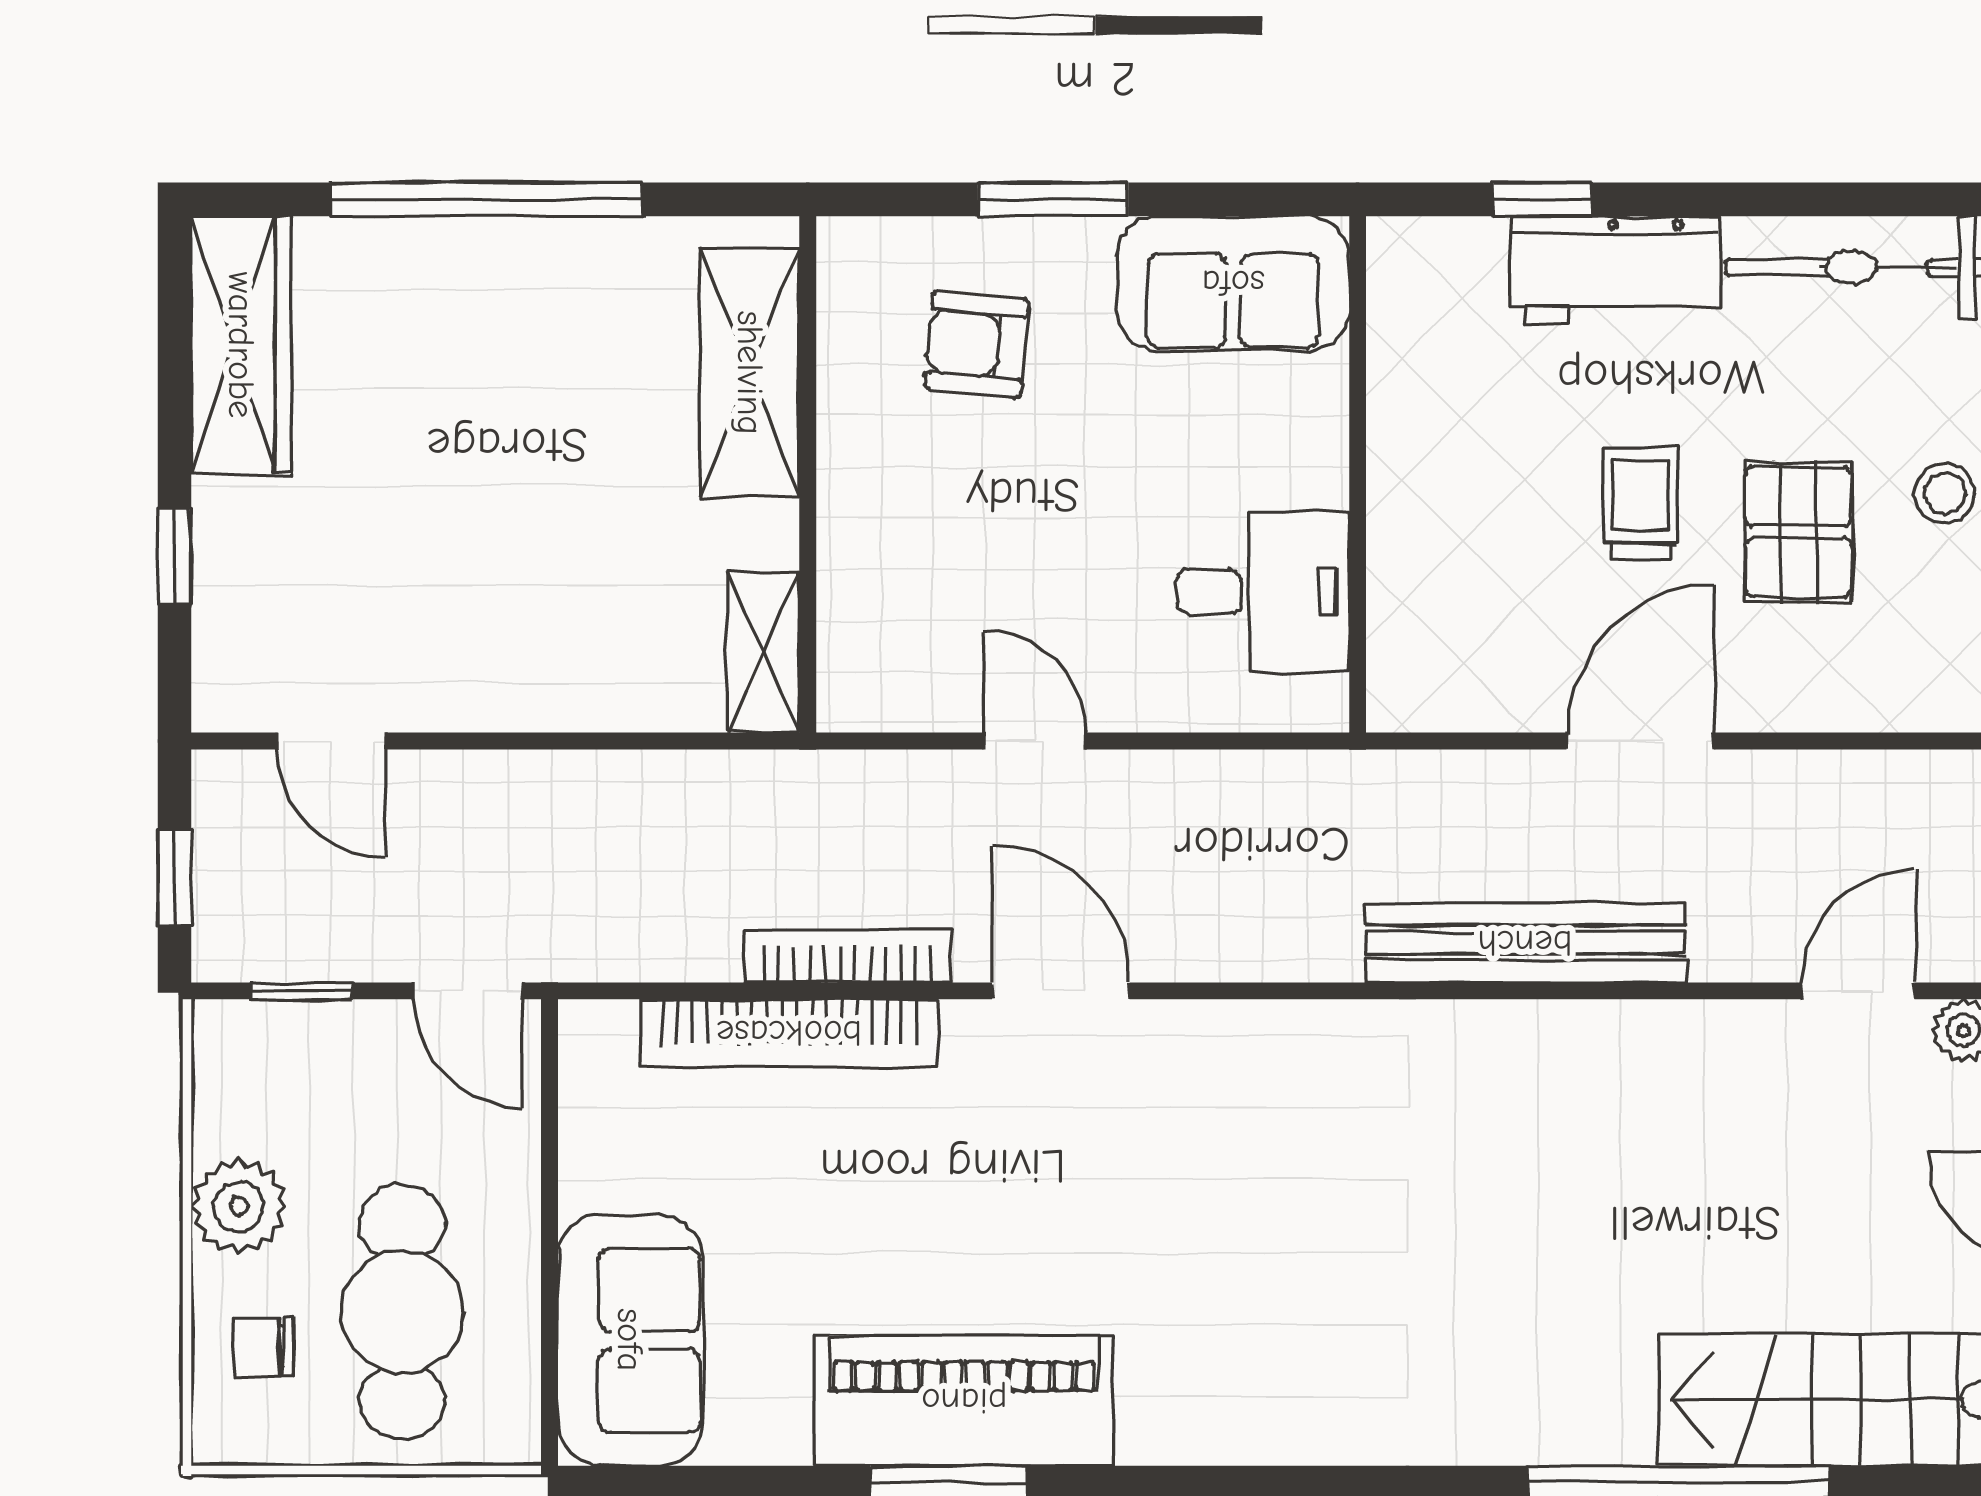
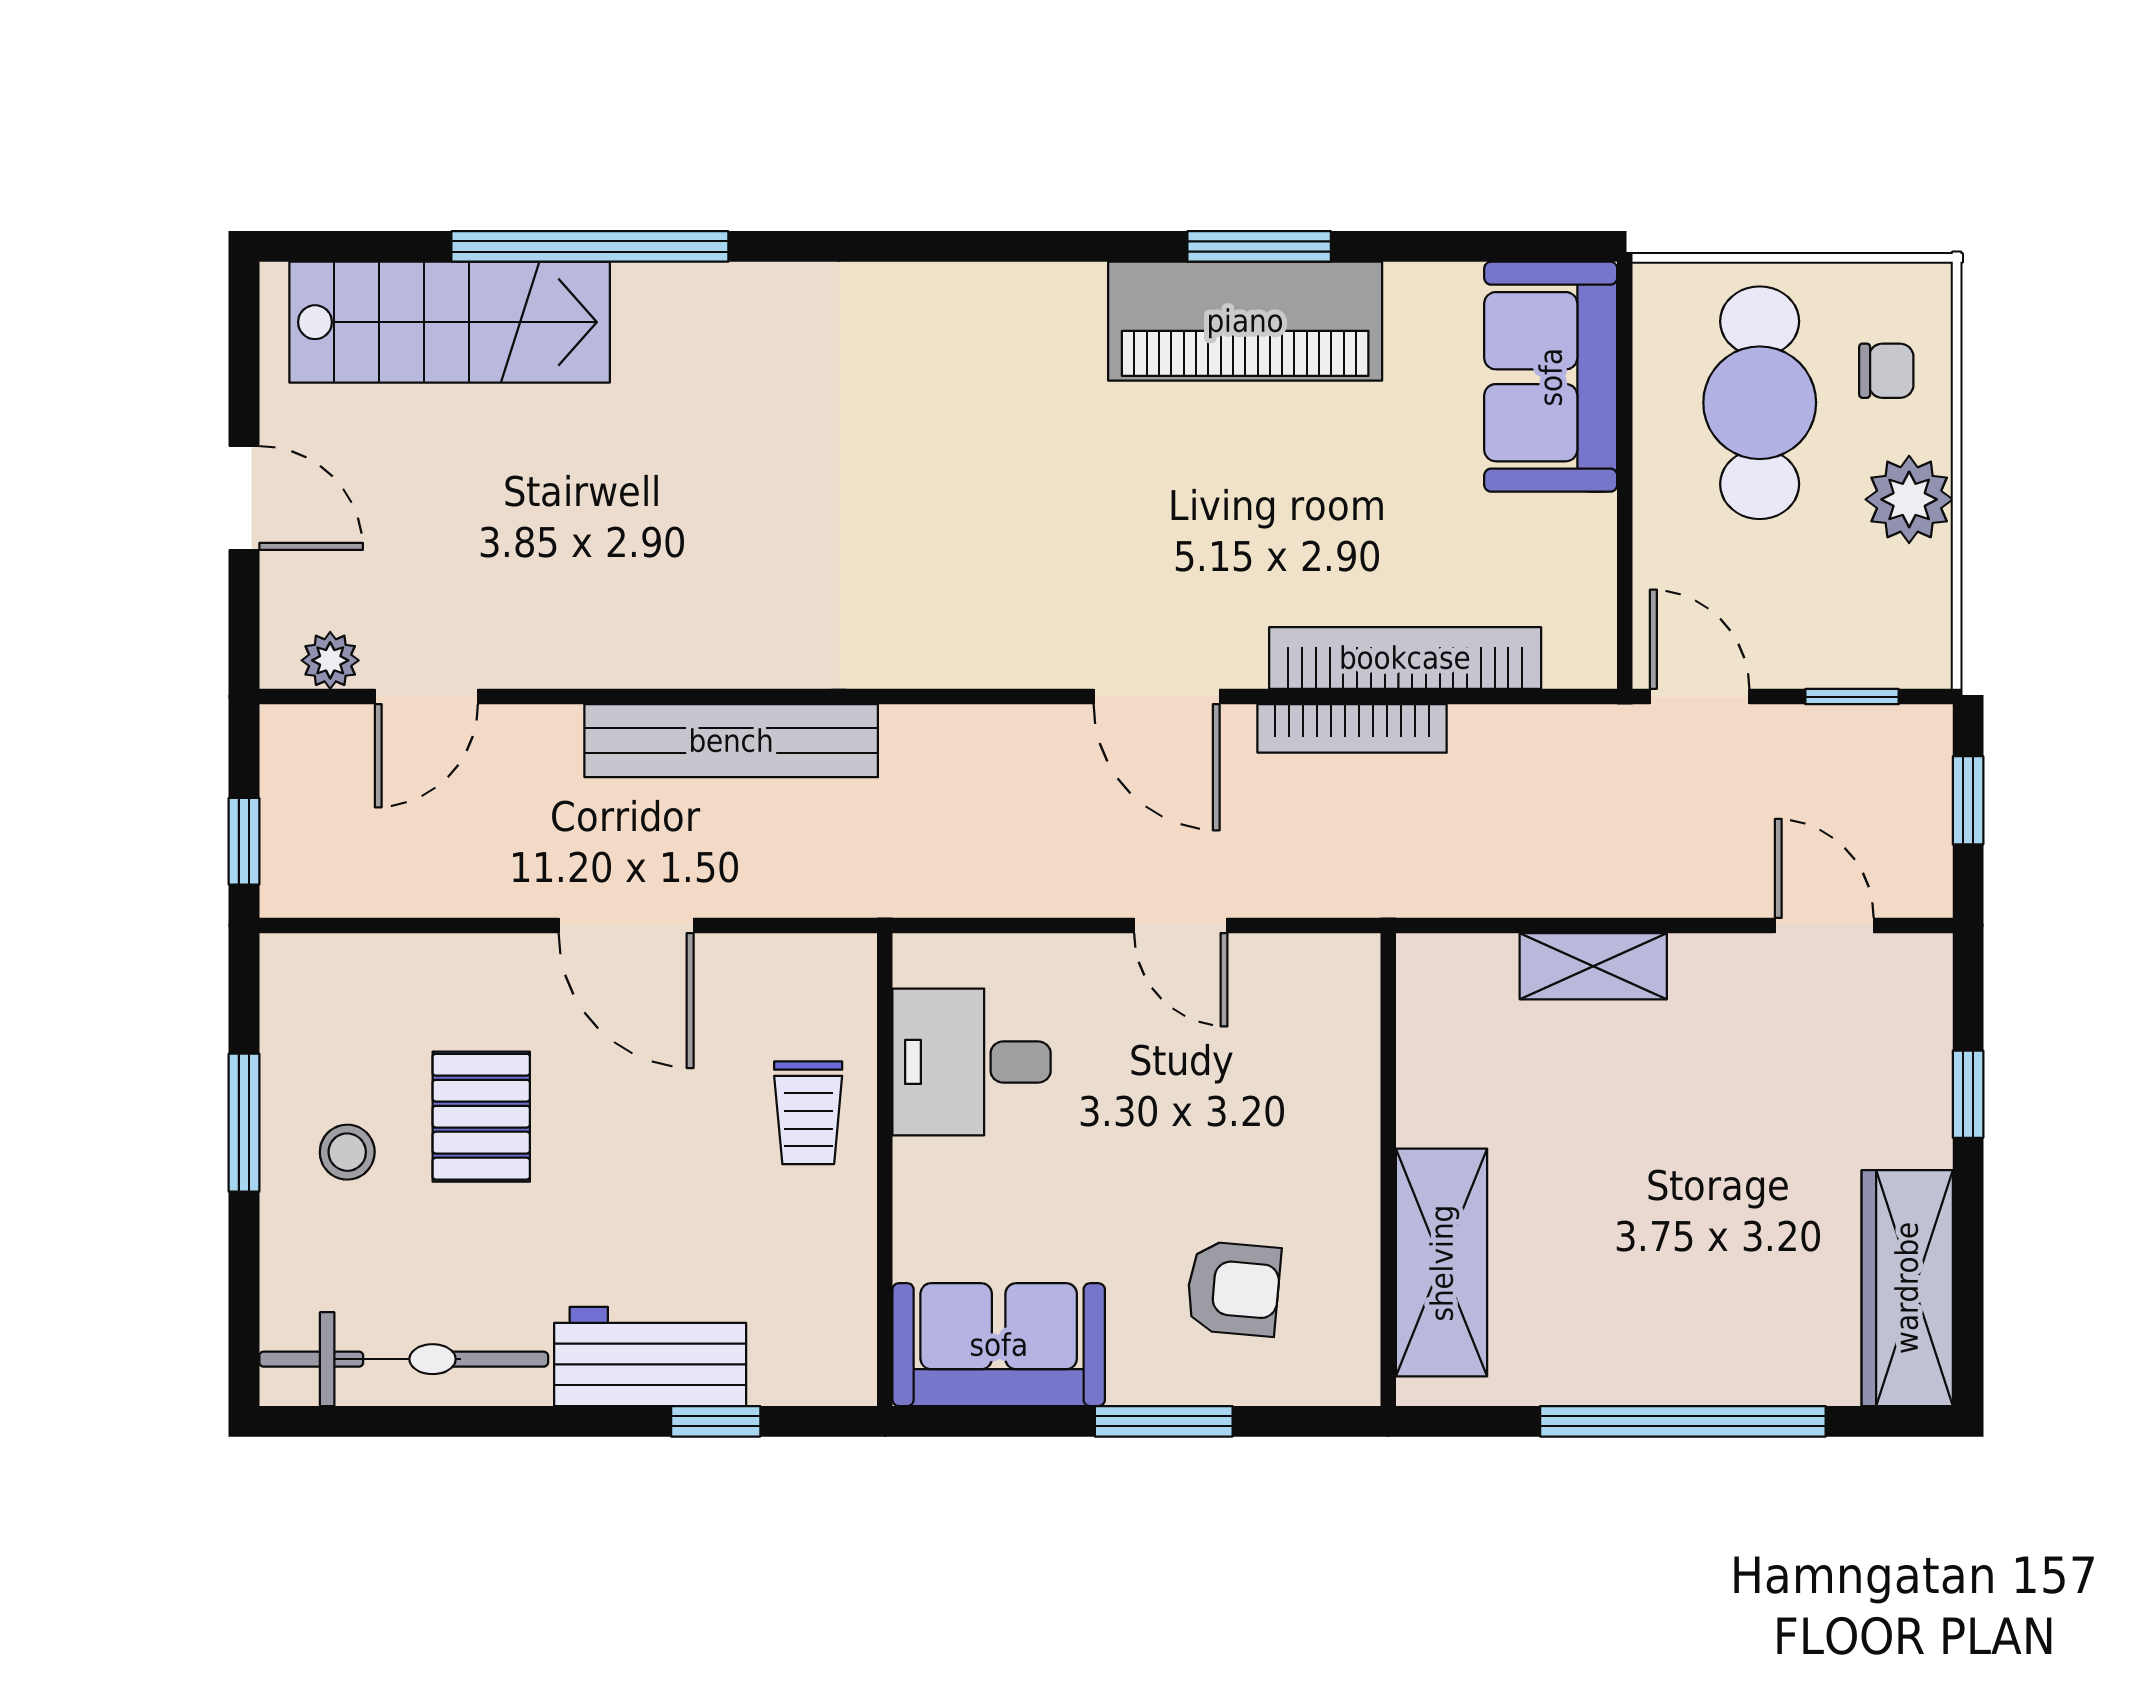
trolley: (1640, 503) -> (808, 1113), moved
shelving: (763, 652) -> (1593, 966), moved, turned 90
door: (1640, 741) -> (626, 925), hinge flipped

